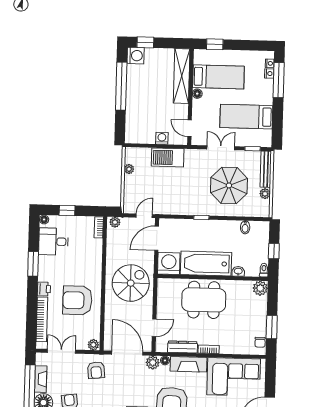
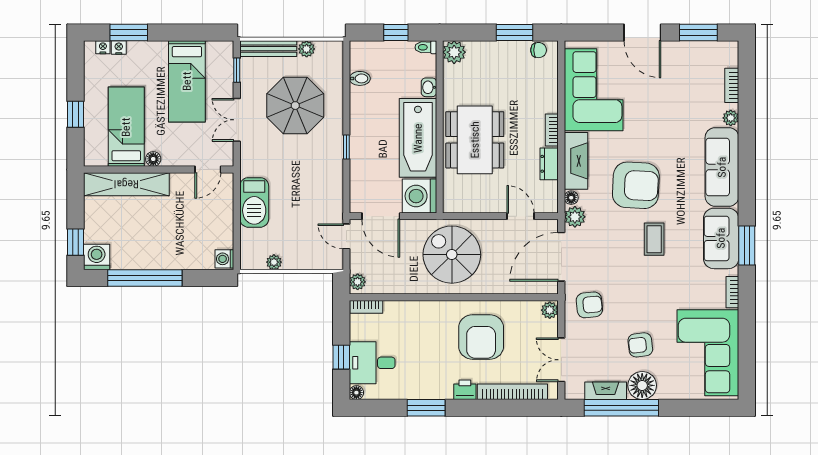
window: (215, 44) -> (76, 114), moved
window: (279, 80) -> (129, 33), width x0.69
washing machine: (162, 138) -> (224, 259), moved
desk: (53, 241) -> (372, 363), moved, turned 90
dresser: (183, 347) -> (549, 164), width x0.70

